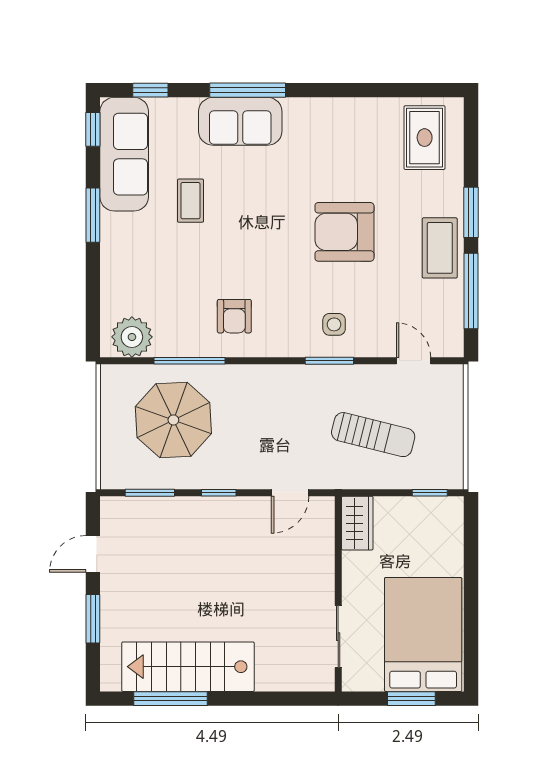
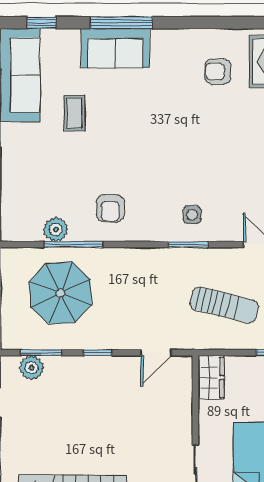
armchair: (344, 232) -> (218, 72), moved, width x0.53, depth x0.53
plant: (132, 337) -> (56, 229), moved, width x0.73, depth x0.73
plant: (138, 511) -> (32, 368), added

